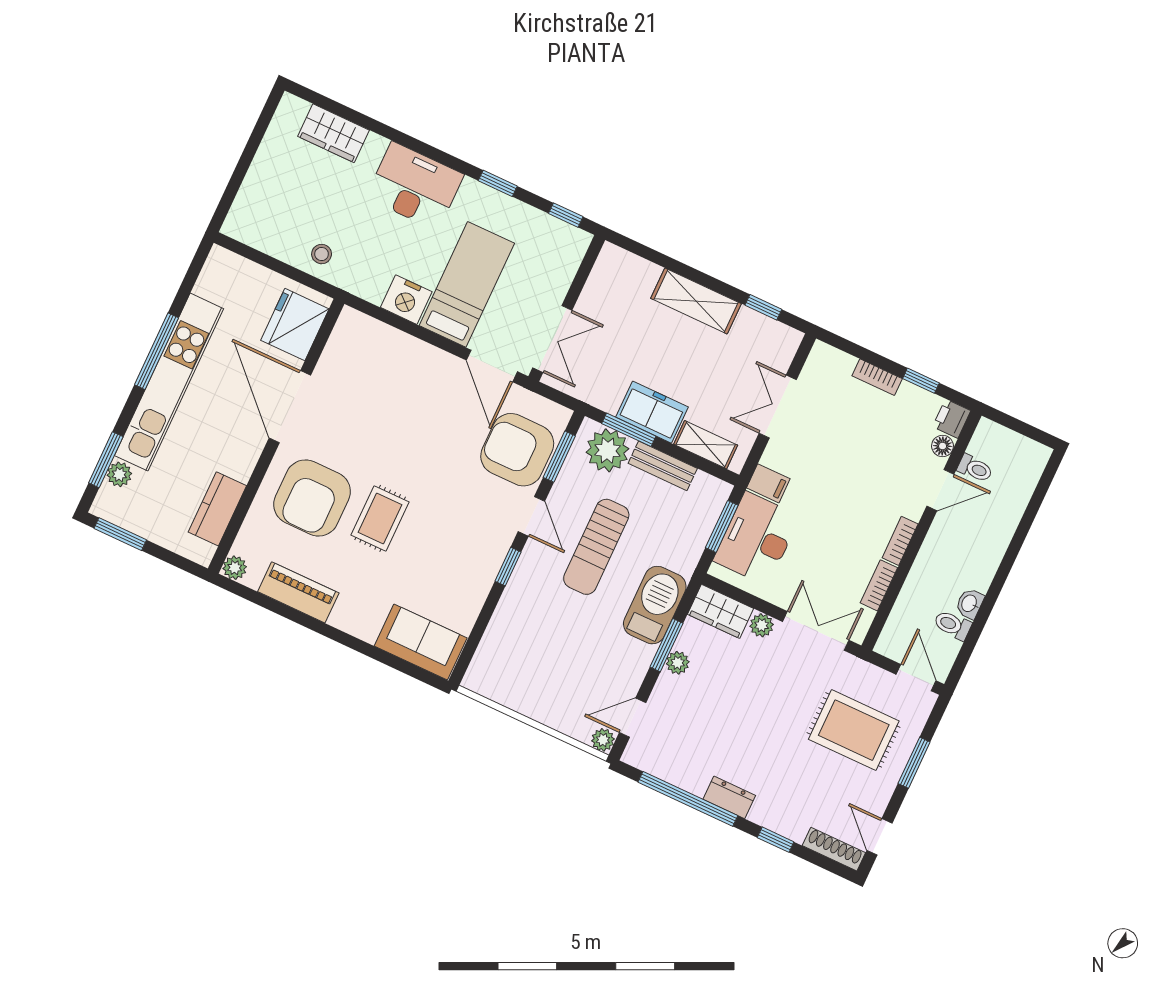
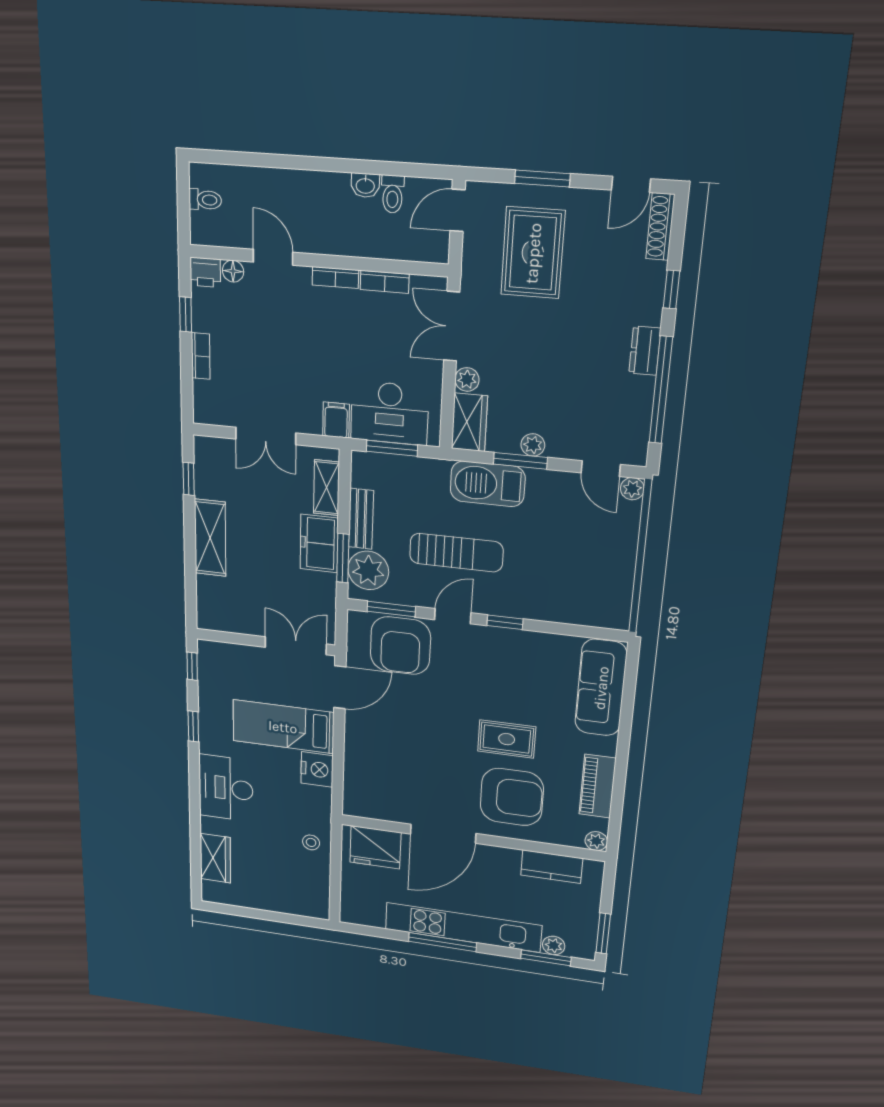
toilet: (975, 468) -> (205, 200), moved, turned 90
sofa: (421, 642) -> (601, 688), width x1.36

